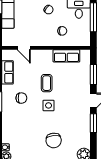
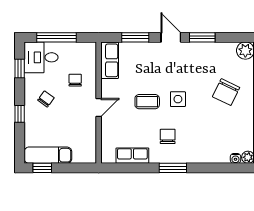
door: (24, 48) -> (99, 107), moved
row of seats: (66, 56) -> (110, 60), moved
chair: (54, 140) -> (226, 92), turned 123

